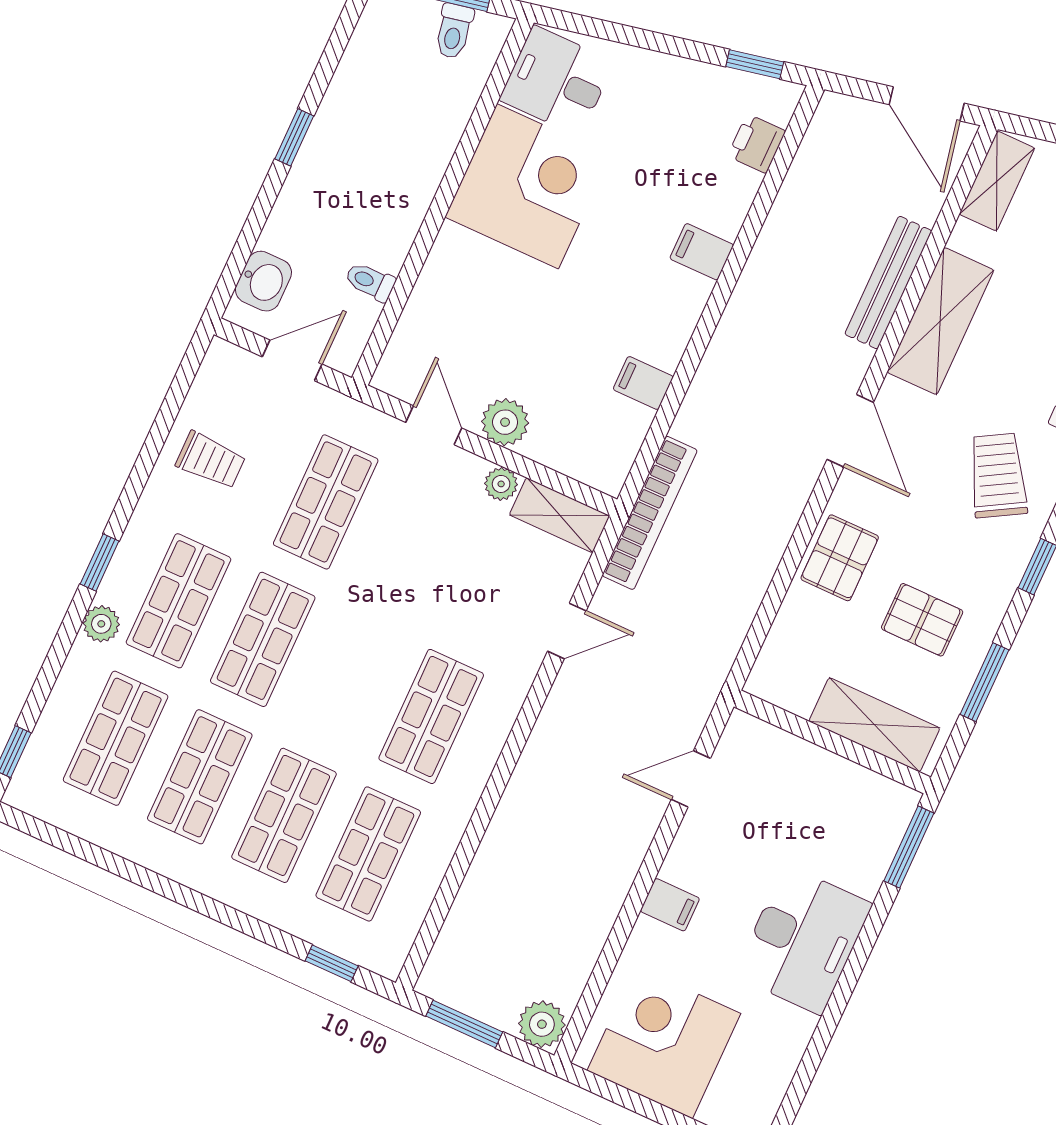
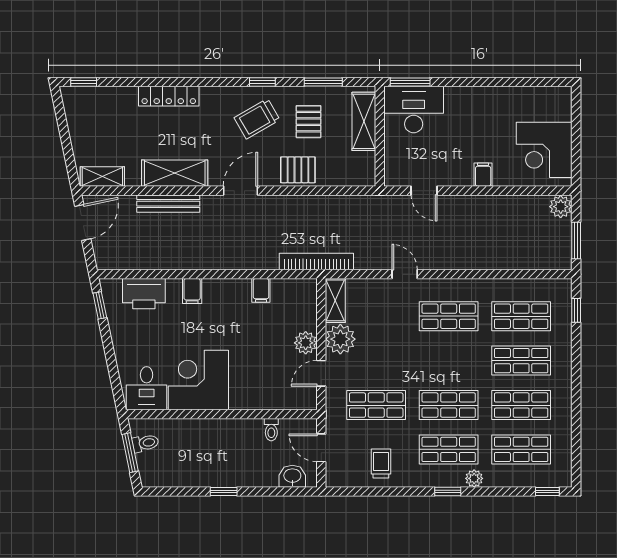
printer: (757, 144) -> (144, 294), width x1.87, depth x1.48
trolley: (998, 475) -> (257, 119), moved
plant: (501, 484) -> (340, 339), width x1.87, depth x1.87
door: (567, 631) -> (405, 274), moved
desk: (803, 940) -> (414, 110), moved

